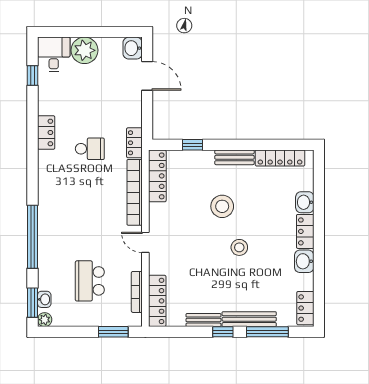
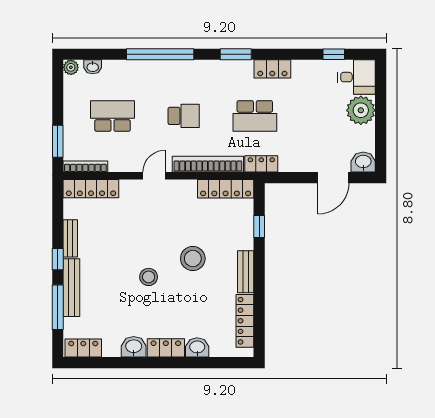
school desk: (90, 149) -> (255, 116), width x1.85
school desk: (90, 215) -> (184, 116), added
bookcase: (137, 292) -> (85, 167), moved
window: (33, 303) -> (236, 54), moved

